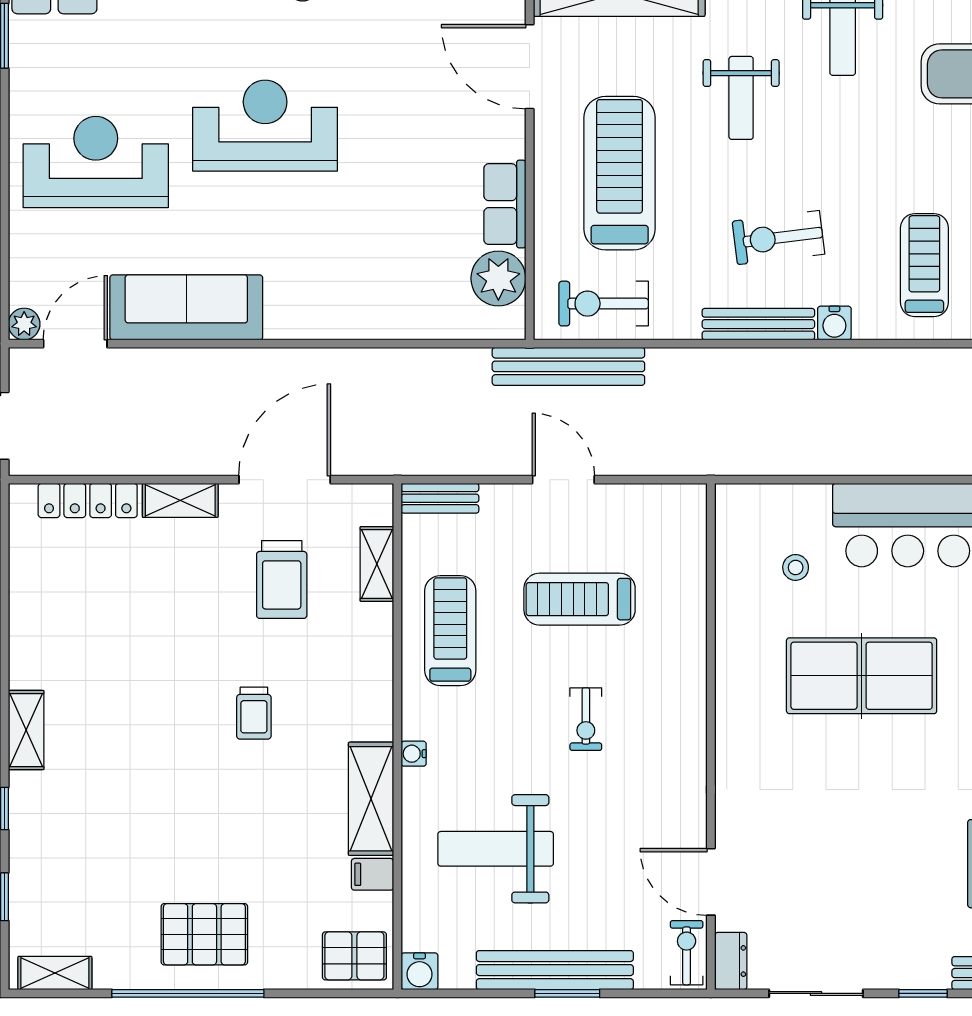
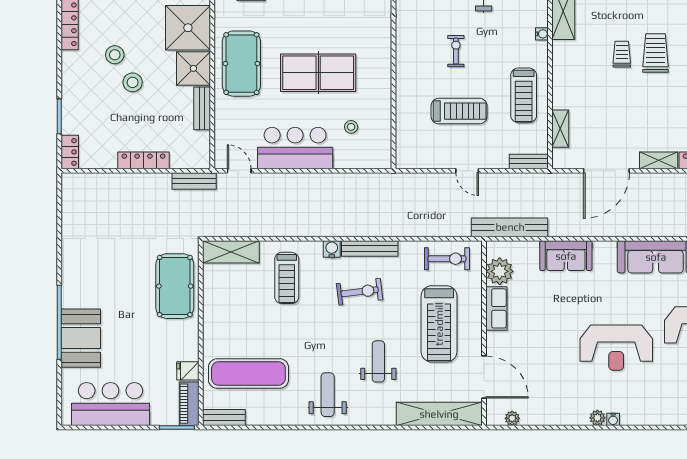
sofa: (366, 310) -> (566, 256), added
bench: (568, 366) -> (510, 227), moved
door: (563, 480) -> (467, 171), width x0.73
trolley: (282, 579) -> (655, 53), moved

